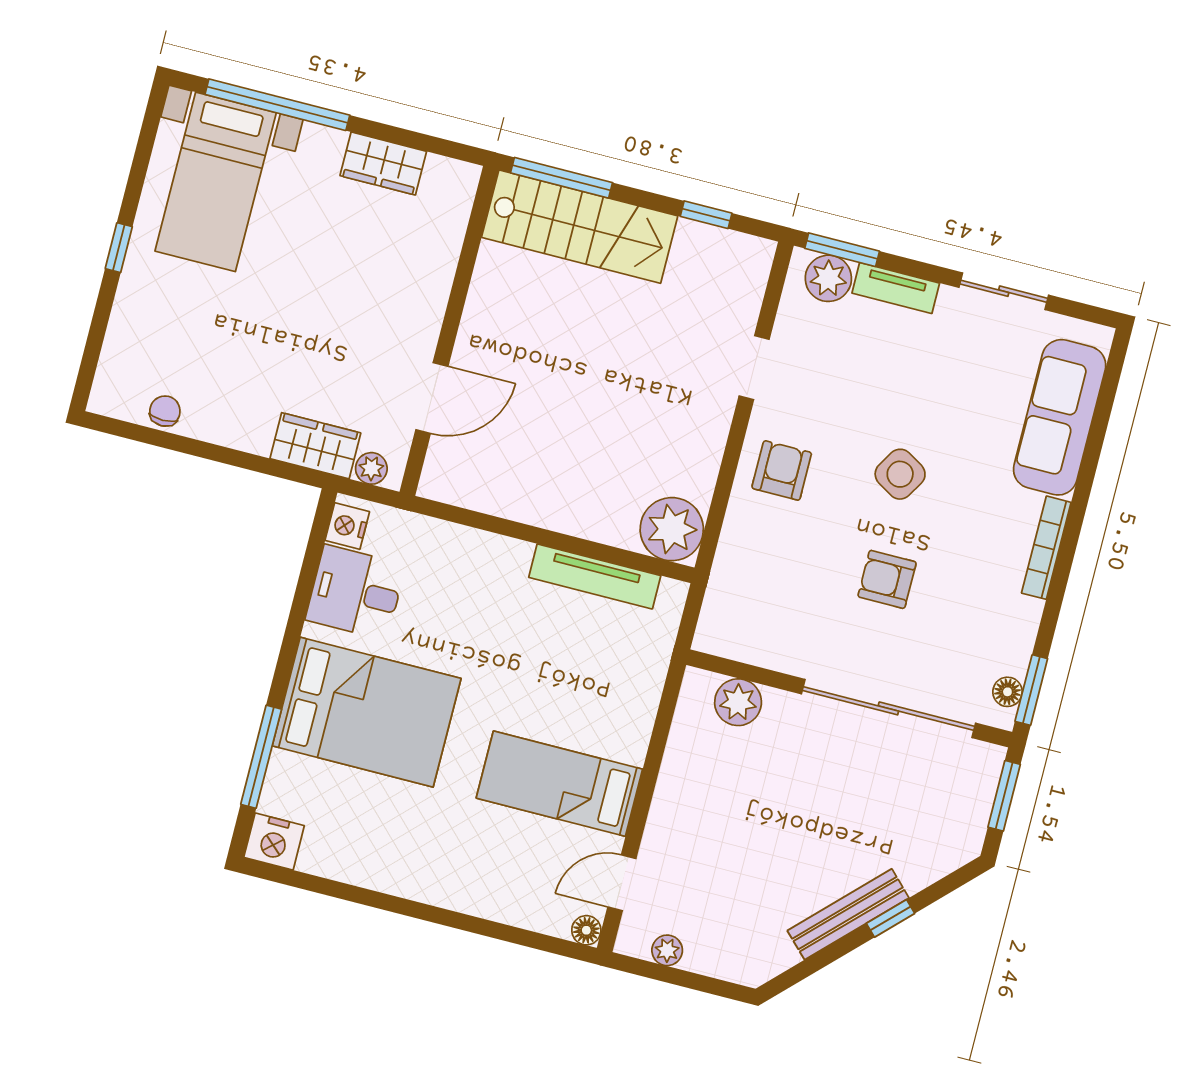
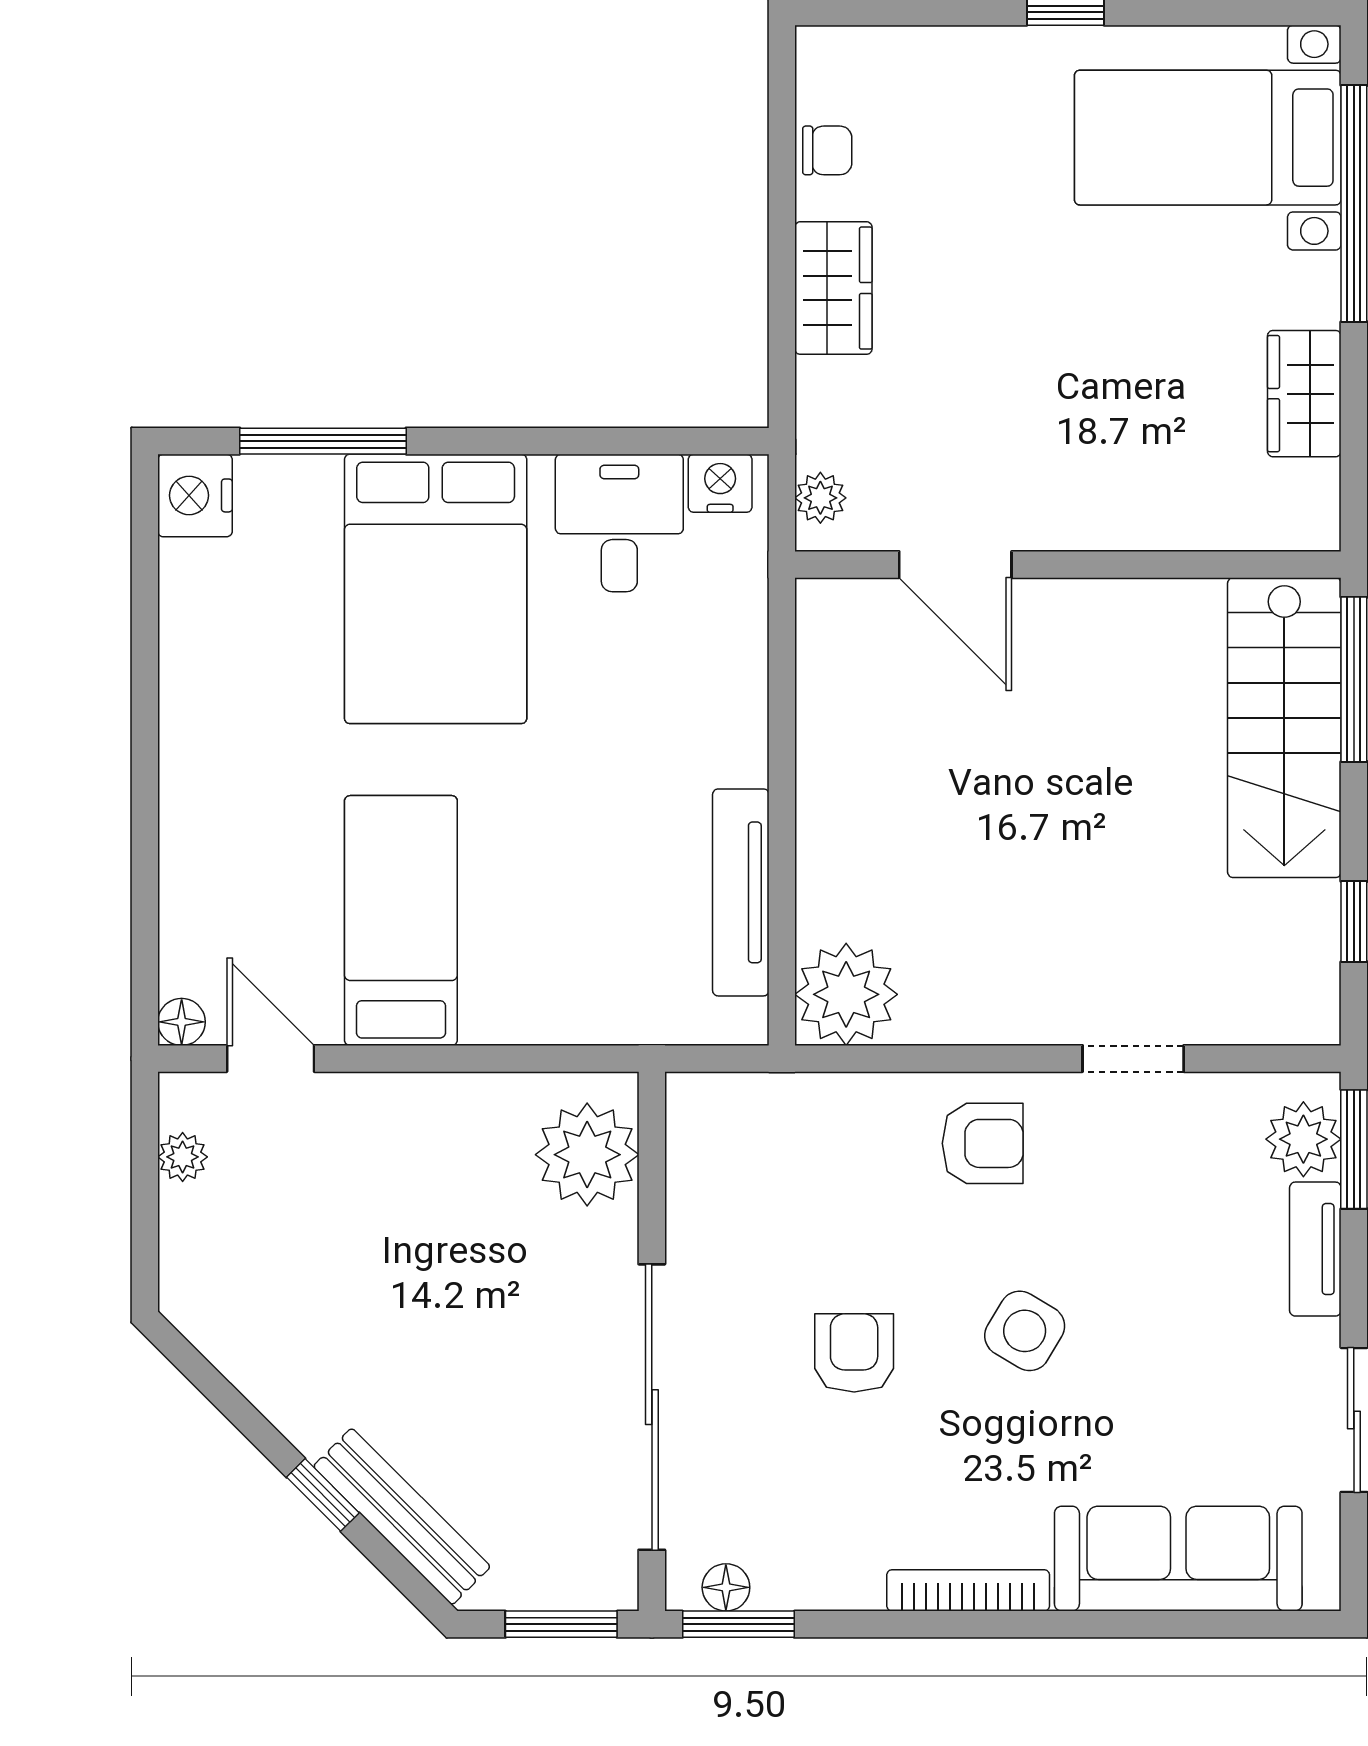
wardrobe: (315, 446) -> (833, 288), moved
plant: (738, 702) -> (587, 1155), width x1.36, depth x1.36
bench: (848, 914) -> (402, 1517), moved

